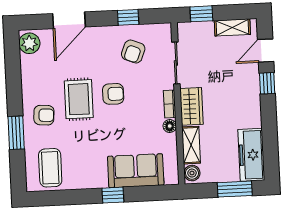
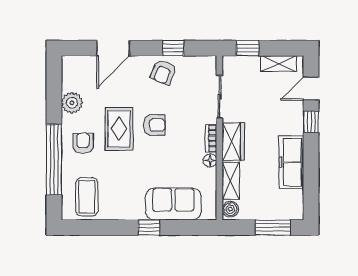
plant: (29, 43) -> (72, 103), moved
armchair: (133, 51) -> (163, 72), moved
armchair: (44, 115) -> (83, 143), turned -94
window: (16, 133) -> (54, 160), width x2.11
freezer: (251, 155) -> (291, 162), moved

